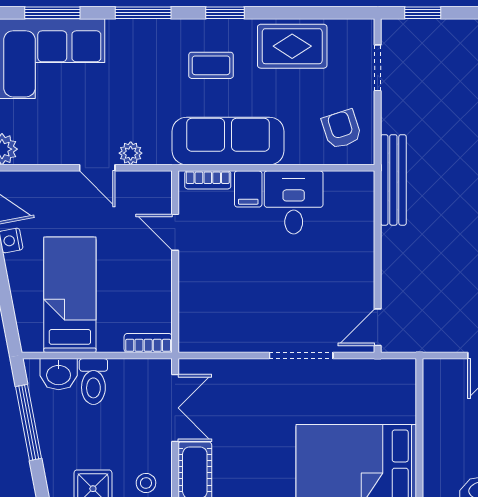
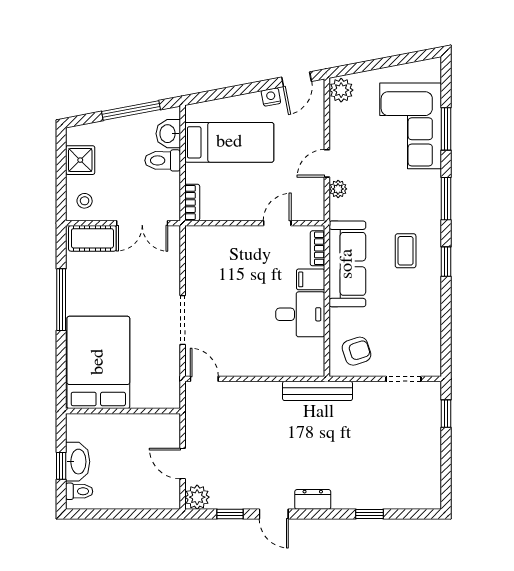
rug: (292, 46) -> (420, 313), removed

